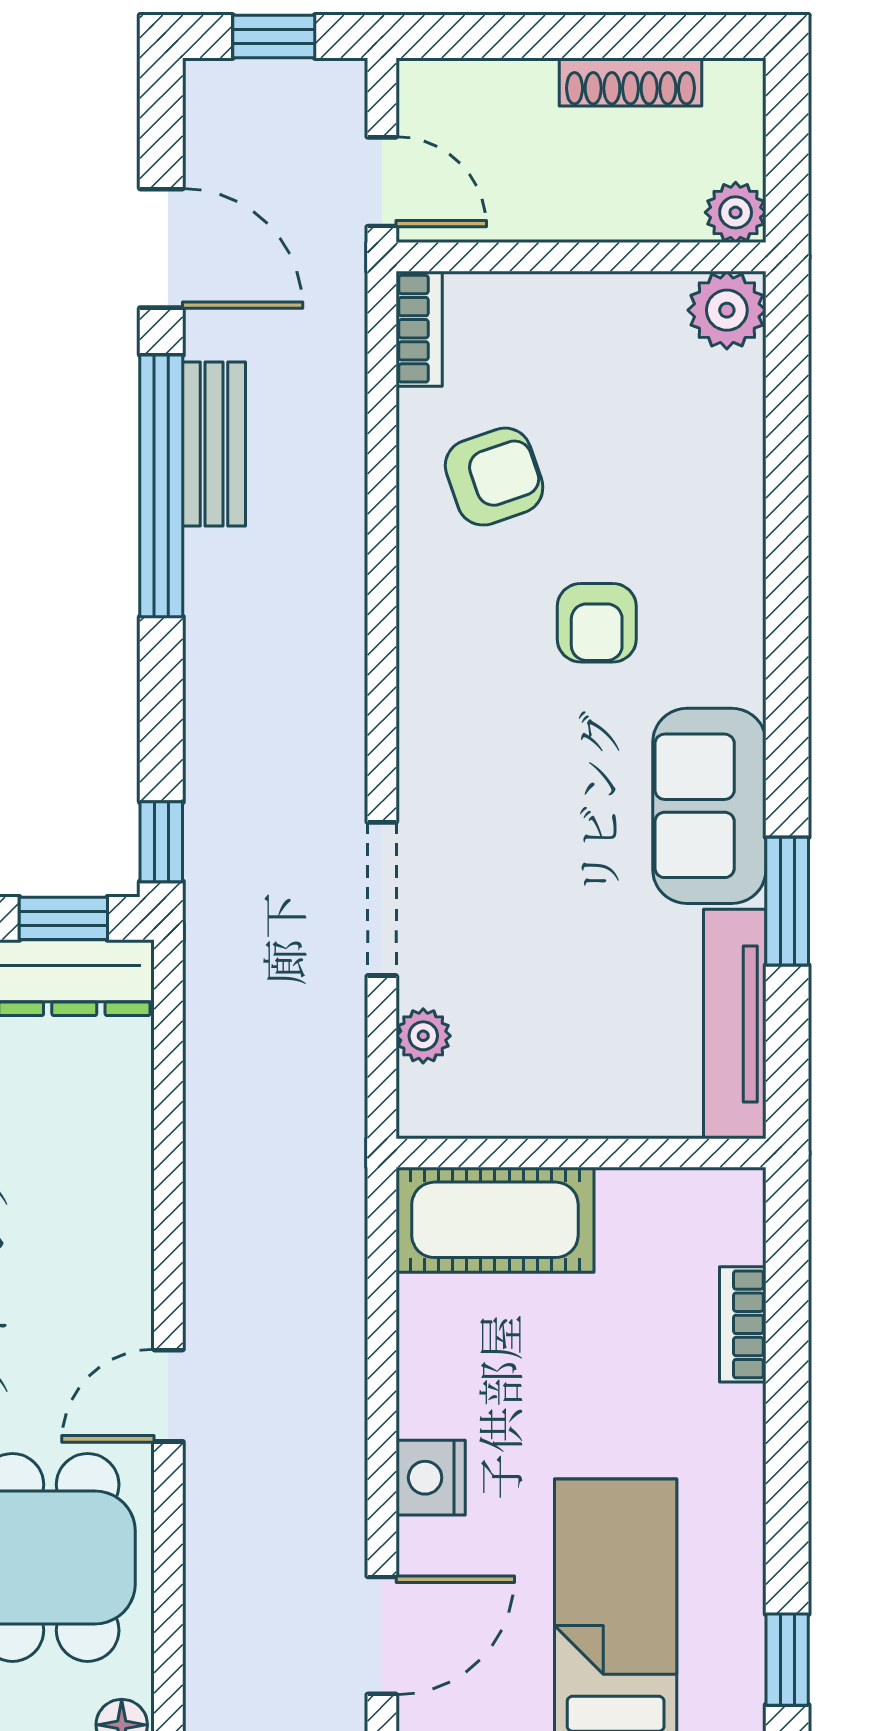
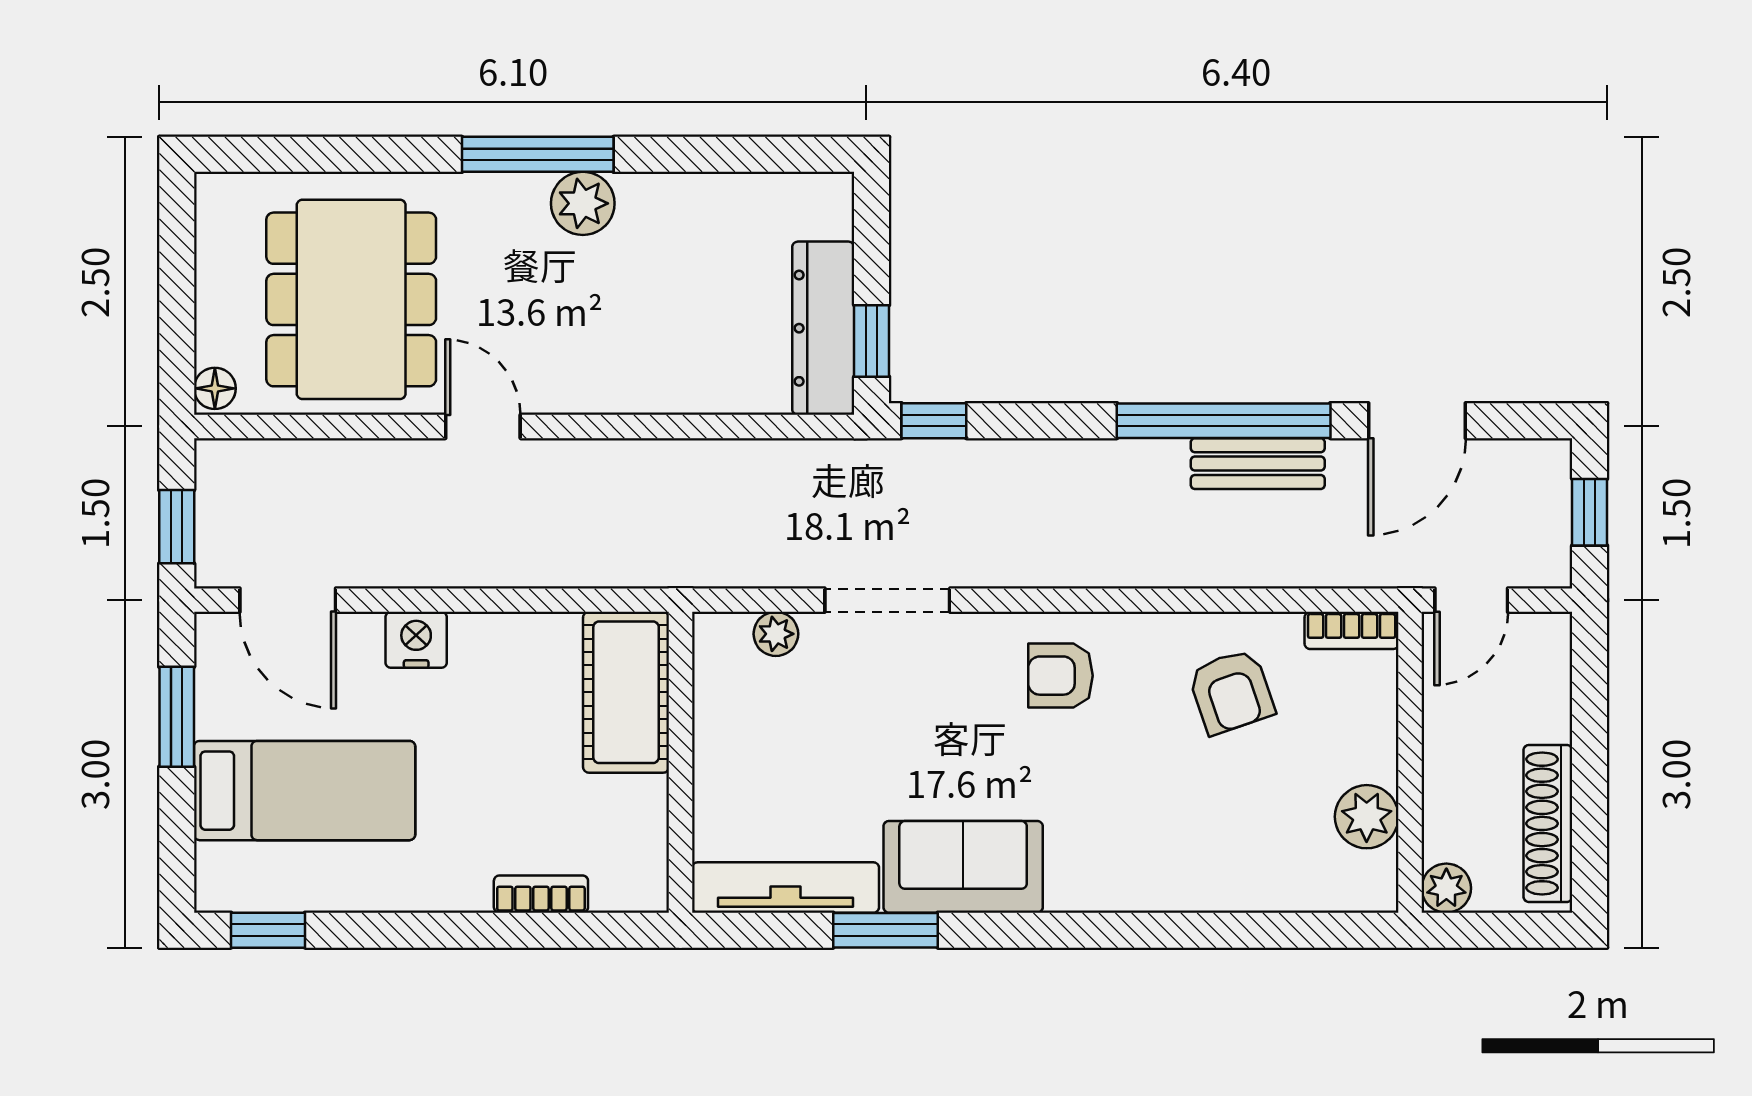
shoe rack: (630, 82) -> (1548, 823), width x1.36, depth x1.24
plant: (727, 310) -> (1367, 817), moved
armchair: (597, 623) -> (1060, 676), moved

